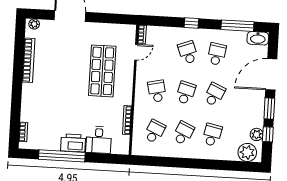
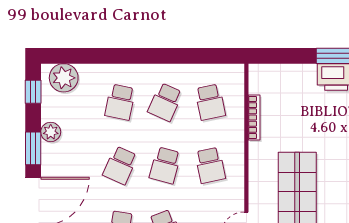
school desk: (155, 132) -> (210, 102), turned -36
plant: (257, 134) -> (51, 132), moved
window: (268, 134) -> (33, 92), moved
desk: (99, 140) -> (297, 84), removed

